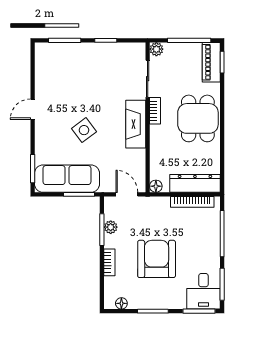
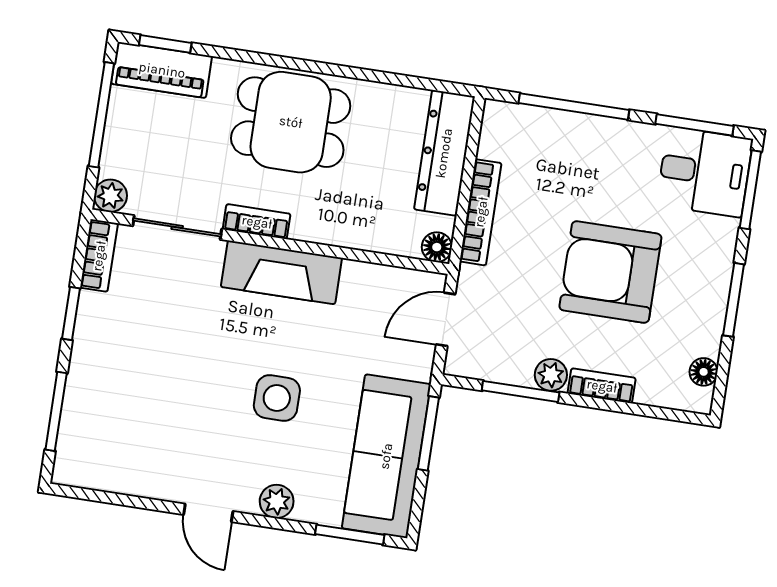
bookcase: (131, 48) -> (99, 256), added
side table: (84, 130) -> (277, 398), turned 37
plant: (42, 136) -> (277, 501), added
bookcase: (192, 202) -> (481, 212), moved
plant: (111, 227) -> (551, 375), moved

